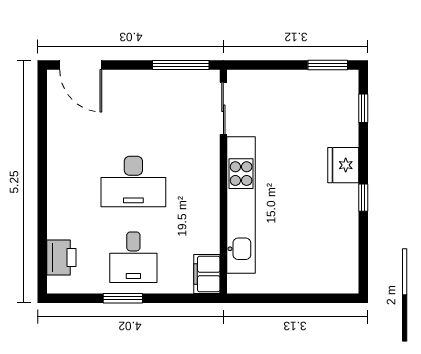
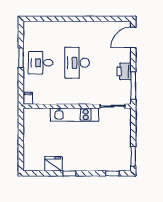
fridge: (343, 165) -> (53, 164), moved
kitchen unit: (241, 205) -> (75, 115), width x0.73
printer: (61, 258) -> (124, 71), moved, turned 90
filing cabinet: (207, 274) -> (28, 98), width x0.50

